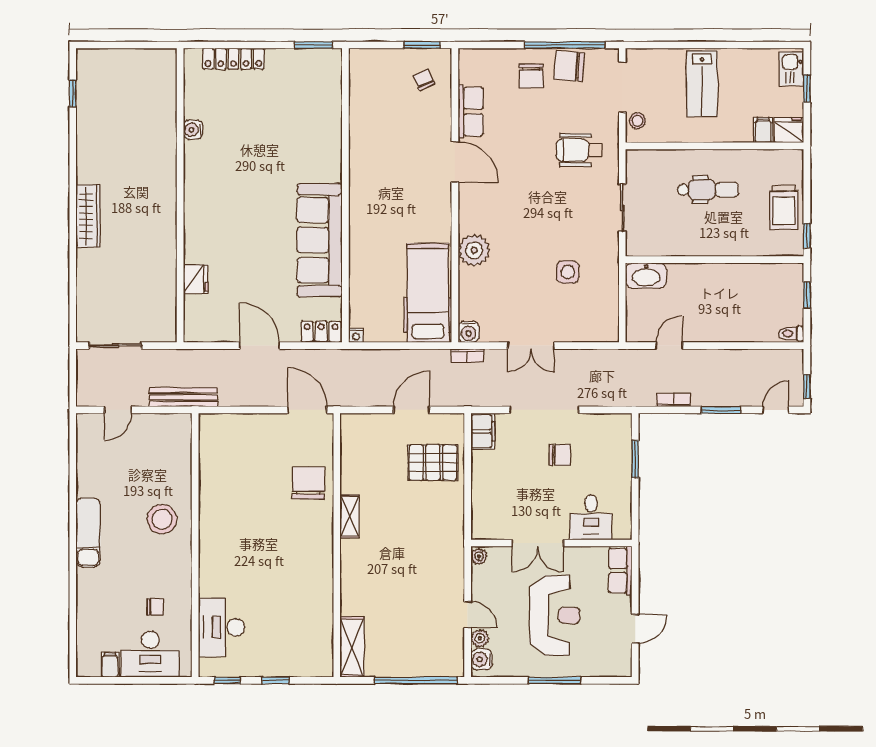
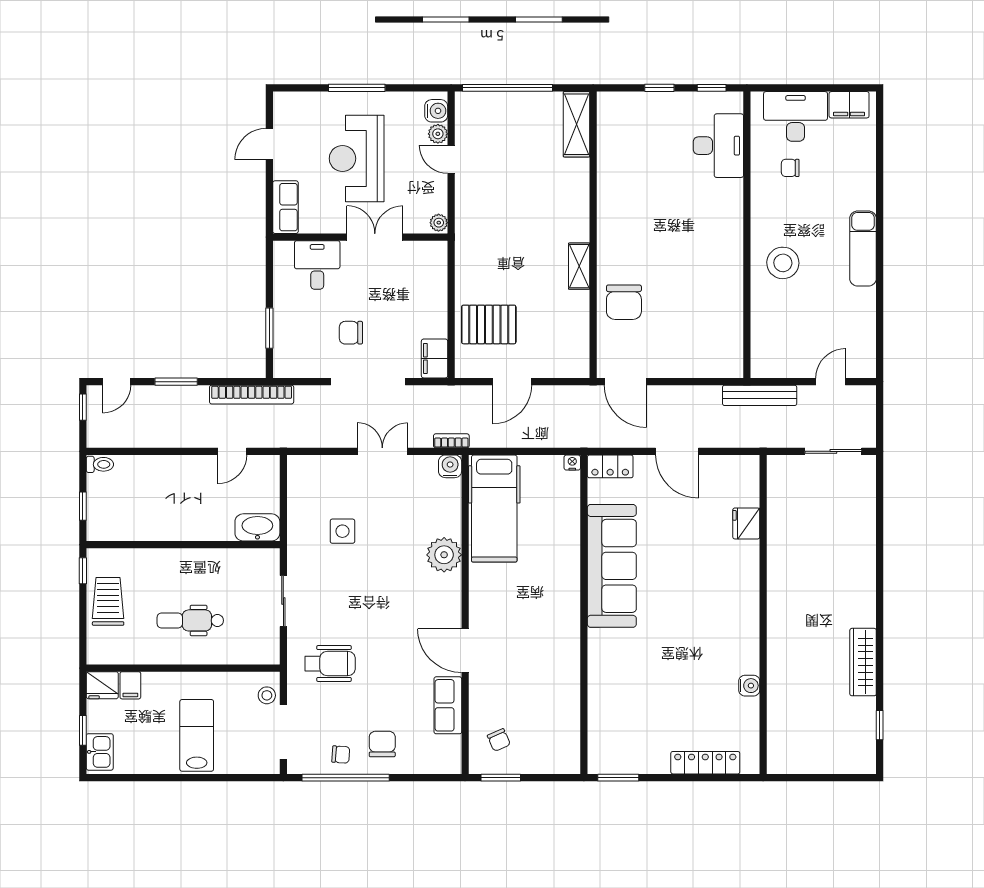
chair: (569, 66) -> (341, 755), width x0.54, depth x0.54
wardrobe: (88, 216) -> (863, 662), moved
bookcase: (673, 400) -> (252, 395), width x2.31, depth x1.31
filing cabinet: (110, 665) -> (849, 105), width x2.00

